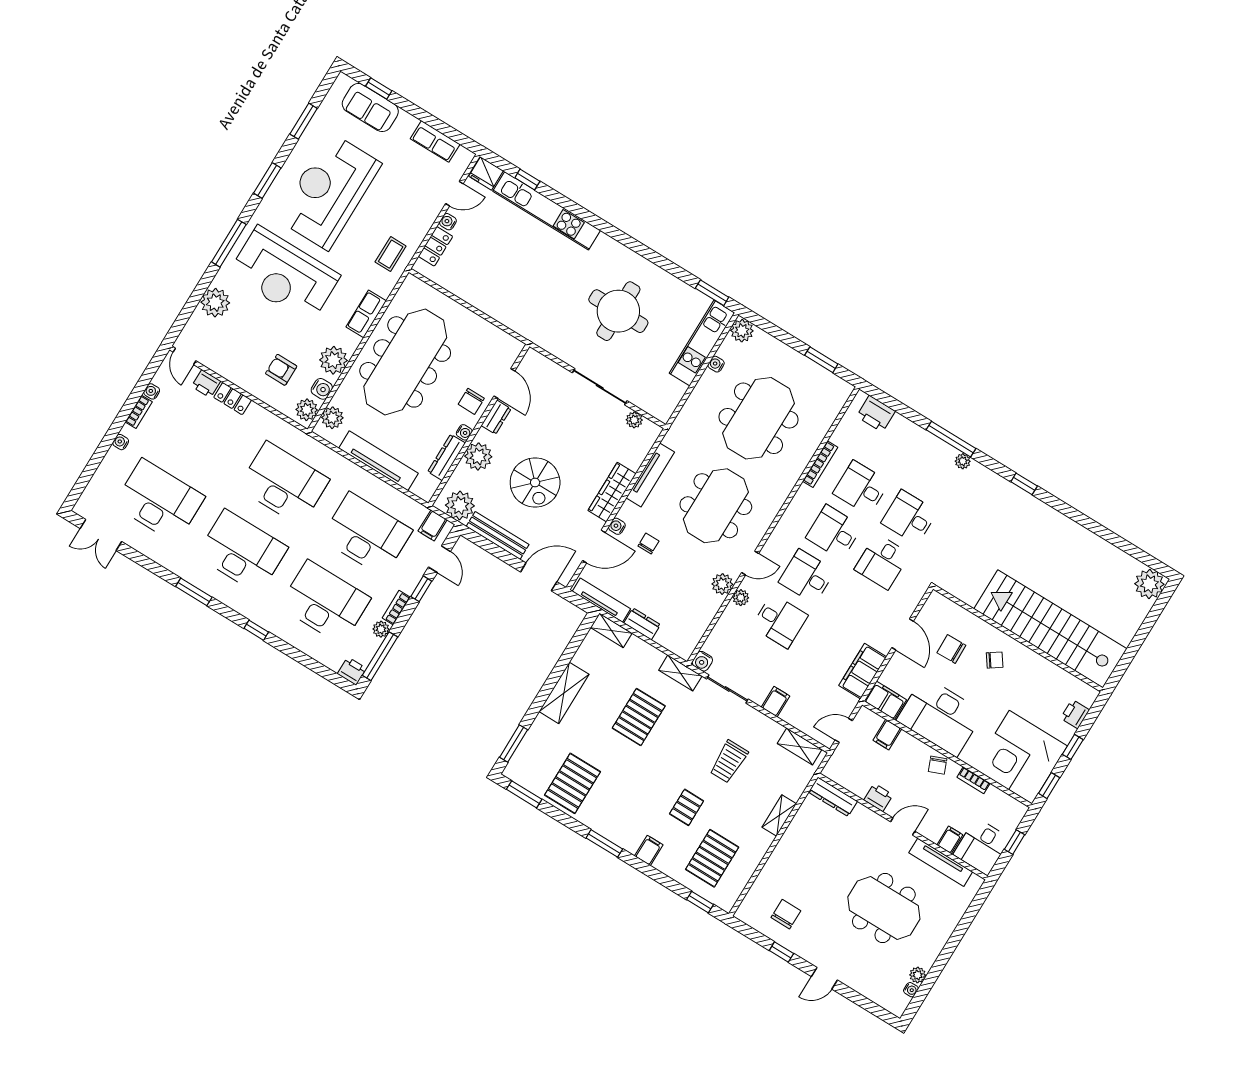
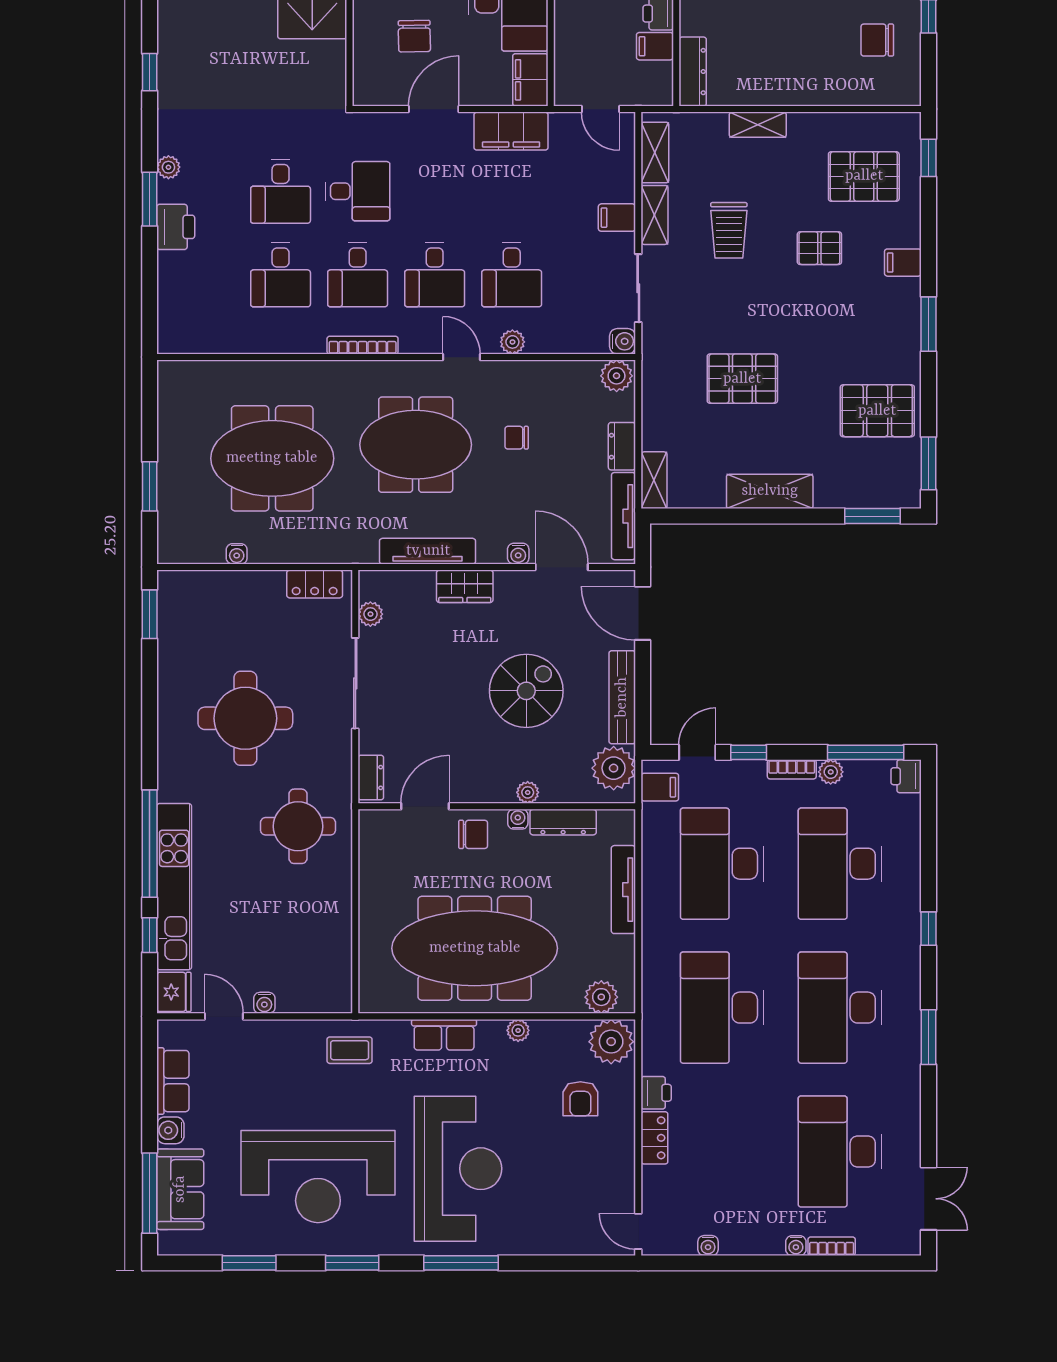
window: (379, 89) -> (150, 1193), width x2.17
window: (580, 212) -> (150, 844), added
locker: (436, 246) -> (315, 584), moved, turned 180
plant: (215, 303) -> (547, 1234), removed
round table: (538, 303) -> (298, 826), added
plant: (742, 331) -> (174, 547), removed
kitchen unit: (702, 343) -> (221, 588), removed
door: (184, 356) -> (638, 1231), swing flipped
plant: (333, 360) -> (518, 1030), width x0.53, depth x0.53
window: (821, 360) -> (150, 486), moved
printer: (206, 384) -> (656, 1093), moved
water cooler: (322, 389) -> (170, 1130), moved, turned -90
plant: (307, 410) -> (611, 1042), width x1.36, depth x1.36
bookcase: (139, 412) -> (832, 1246), moved
printer: (876, 414) -> (176, 227), moved
dresser: (496, 417) -> (371, 777), moved, turned 90
window: (951, 439) -> (150, 199), width x0.69
plant: (478, 456) -> (528, 792), width x0.53, depth x0.53
tv unit: (378, 461) -> (623, 890), width x0.73, depth x0.78
bookcase: (820, 464) -> (363, 345), moved
wardrobe: (612, 492) -> (465, 586), width x0.67
chair: (649, 543) -> (517, 438), moved
plant: (722, 584) -> (617, 376), moved
desk: (780, 621) -> (512, 275), turned 180
shelving: (680, 673) -> (654, 215), moved
filing cabinet: (887, 735) -> (655, 46), moved, turned 180
trolley: (729, 762) -> (729, 230), turned 90

